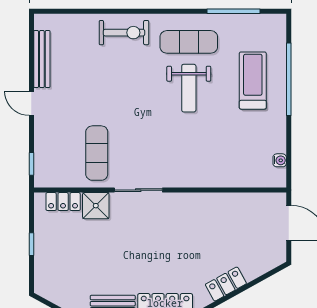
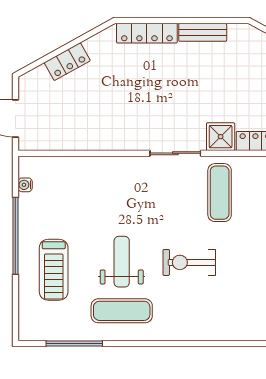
exercise bike: (124, 33) -> (189, 262), moved
window: (289, 79) -> (15, 236), moved
locker: (226, 284) -> (67, 62), moved

